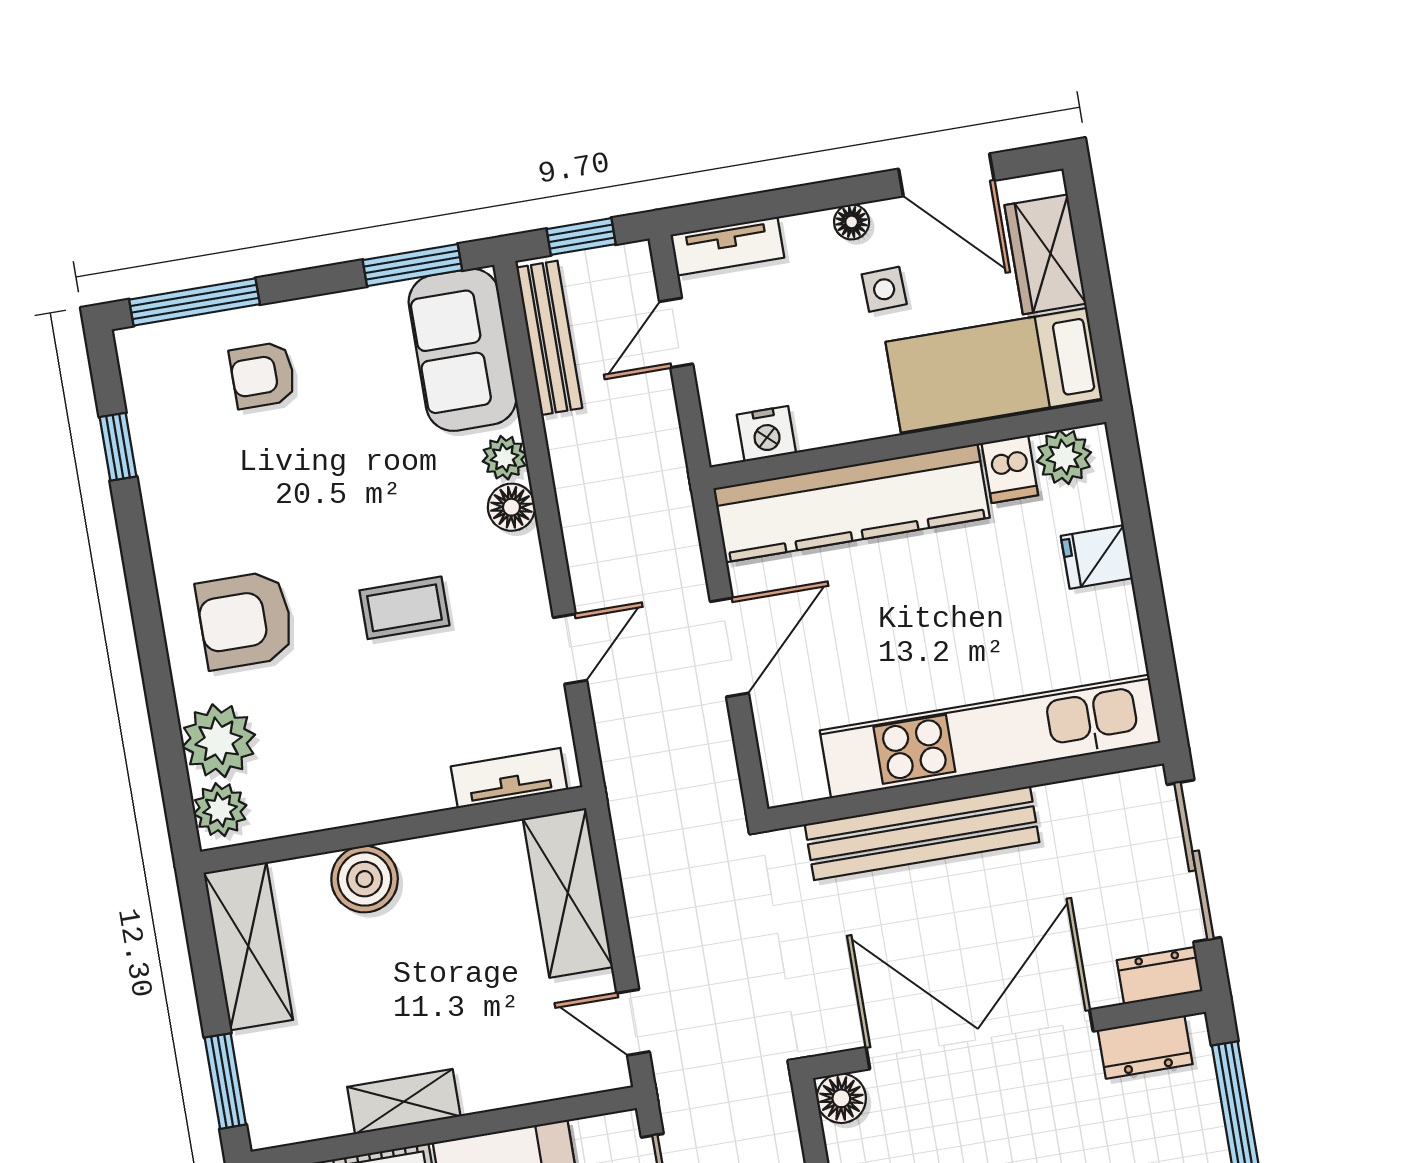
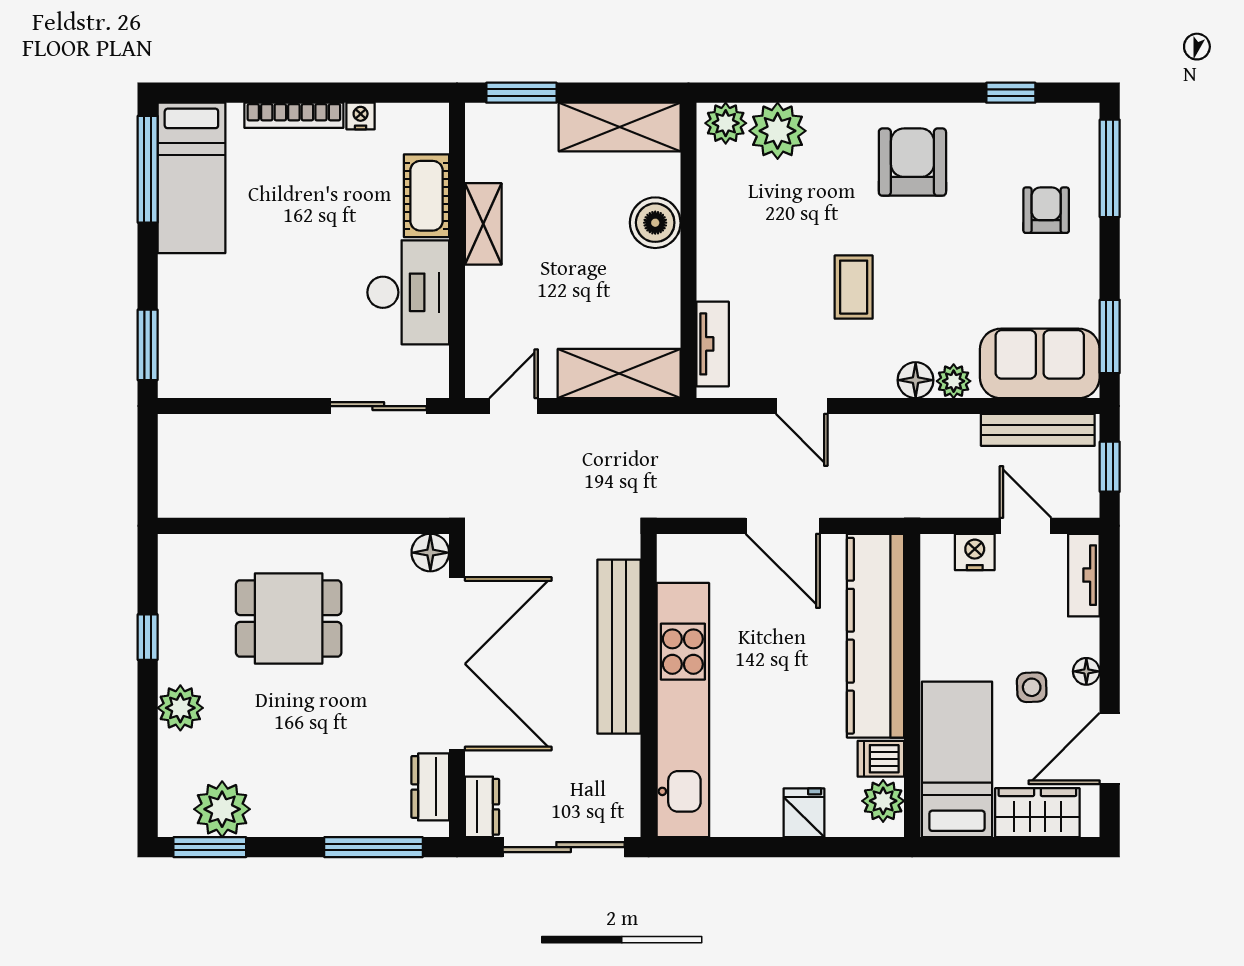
nightstand: (766, 434) -> (975, 552), moved, turned 90
armchair: (245, 620) -> (912, 162), moved

